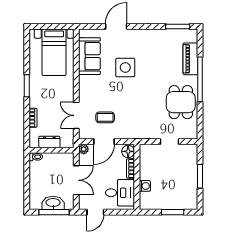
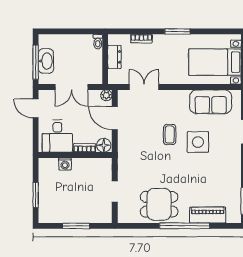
coffee table: (105, 117) -> (170, 135), moved

